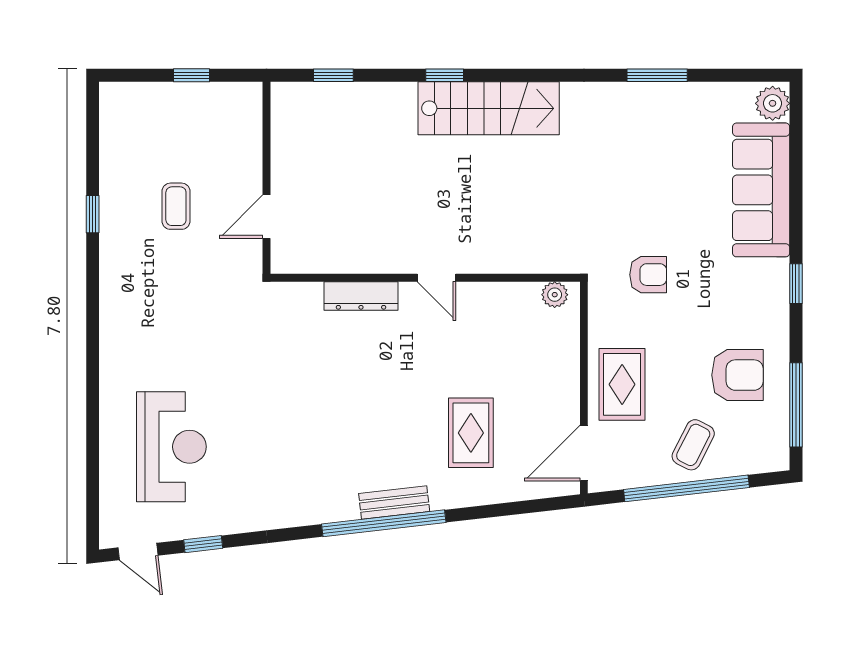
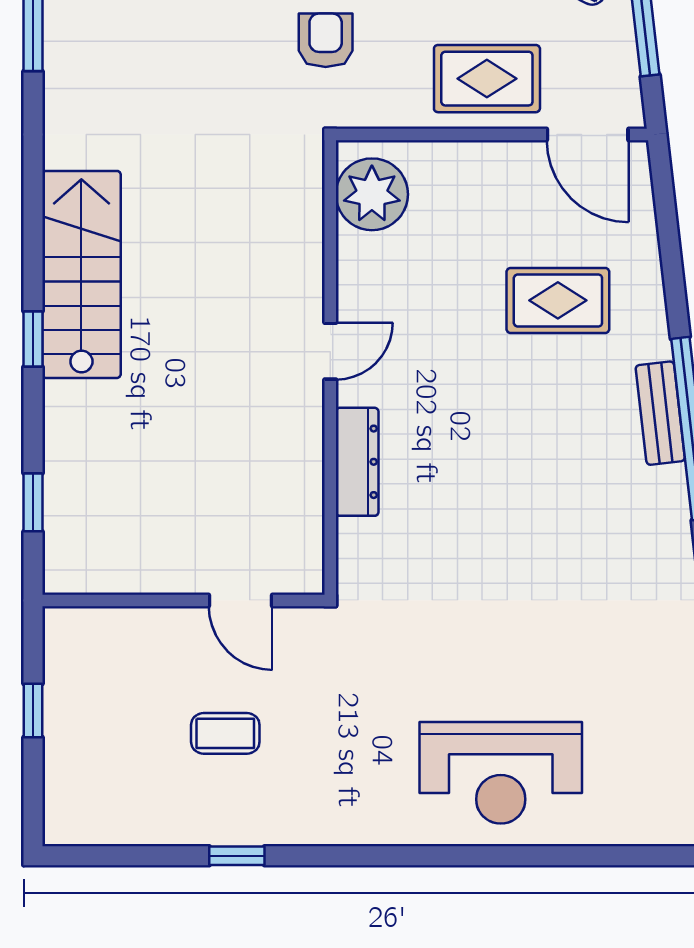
plant: (555, 295) -> (372, 194), width x1.88, depth x1.88
reception desk: (171, 447) -> (501, 773), moved, turned 180

